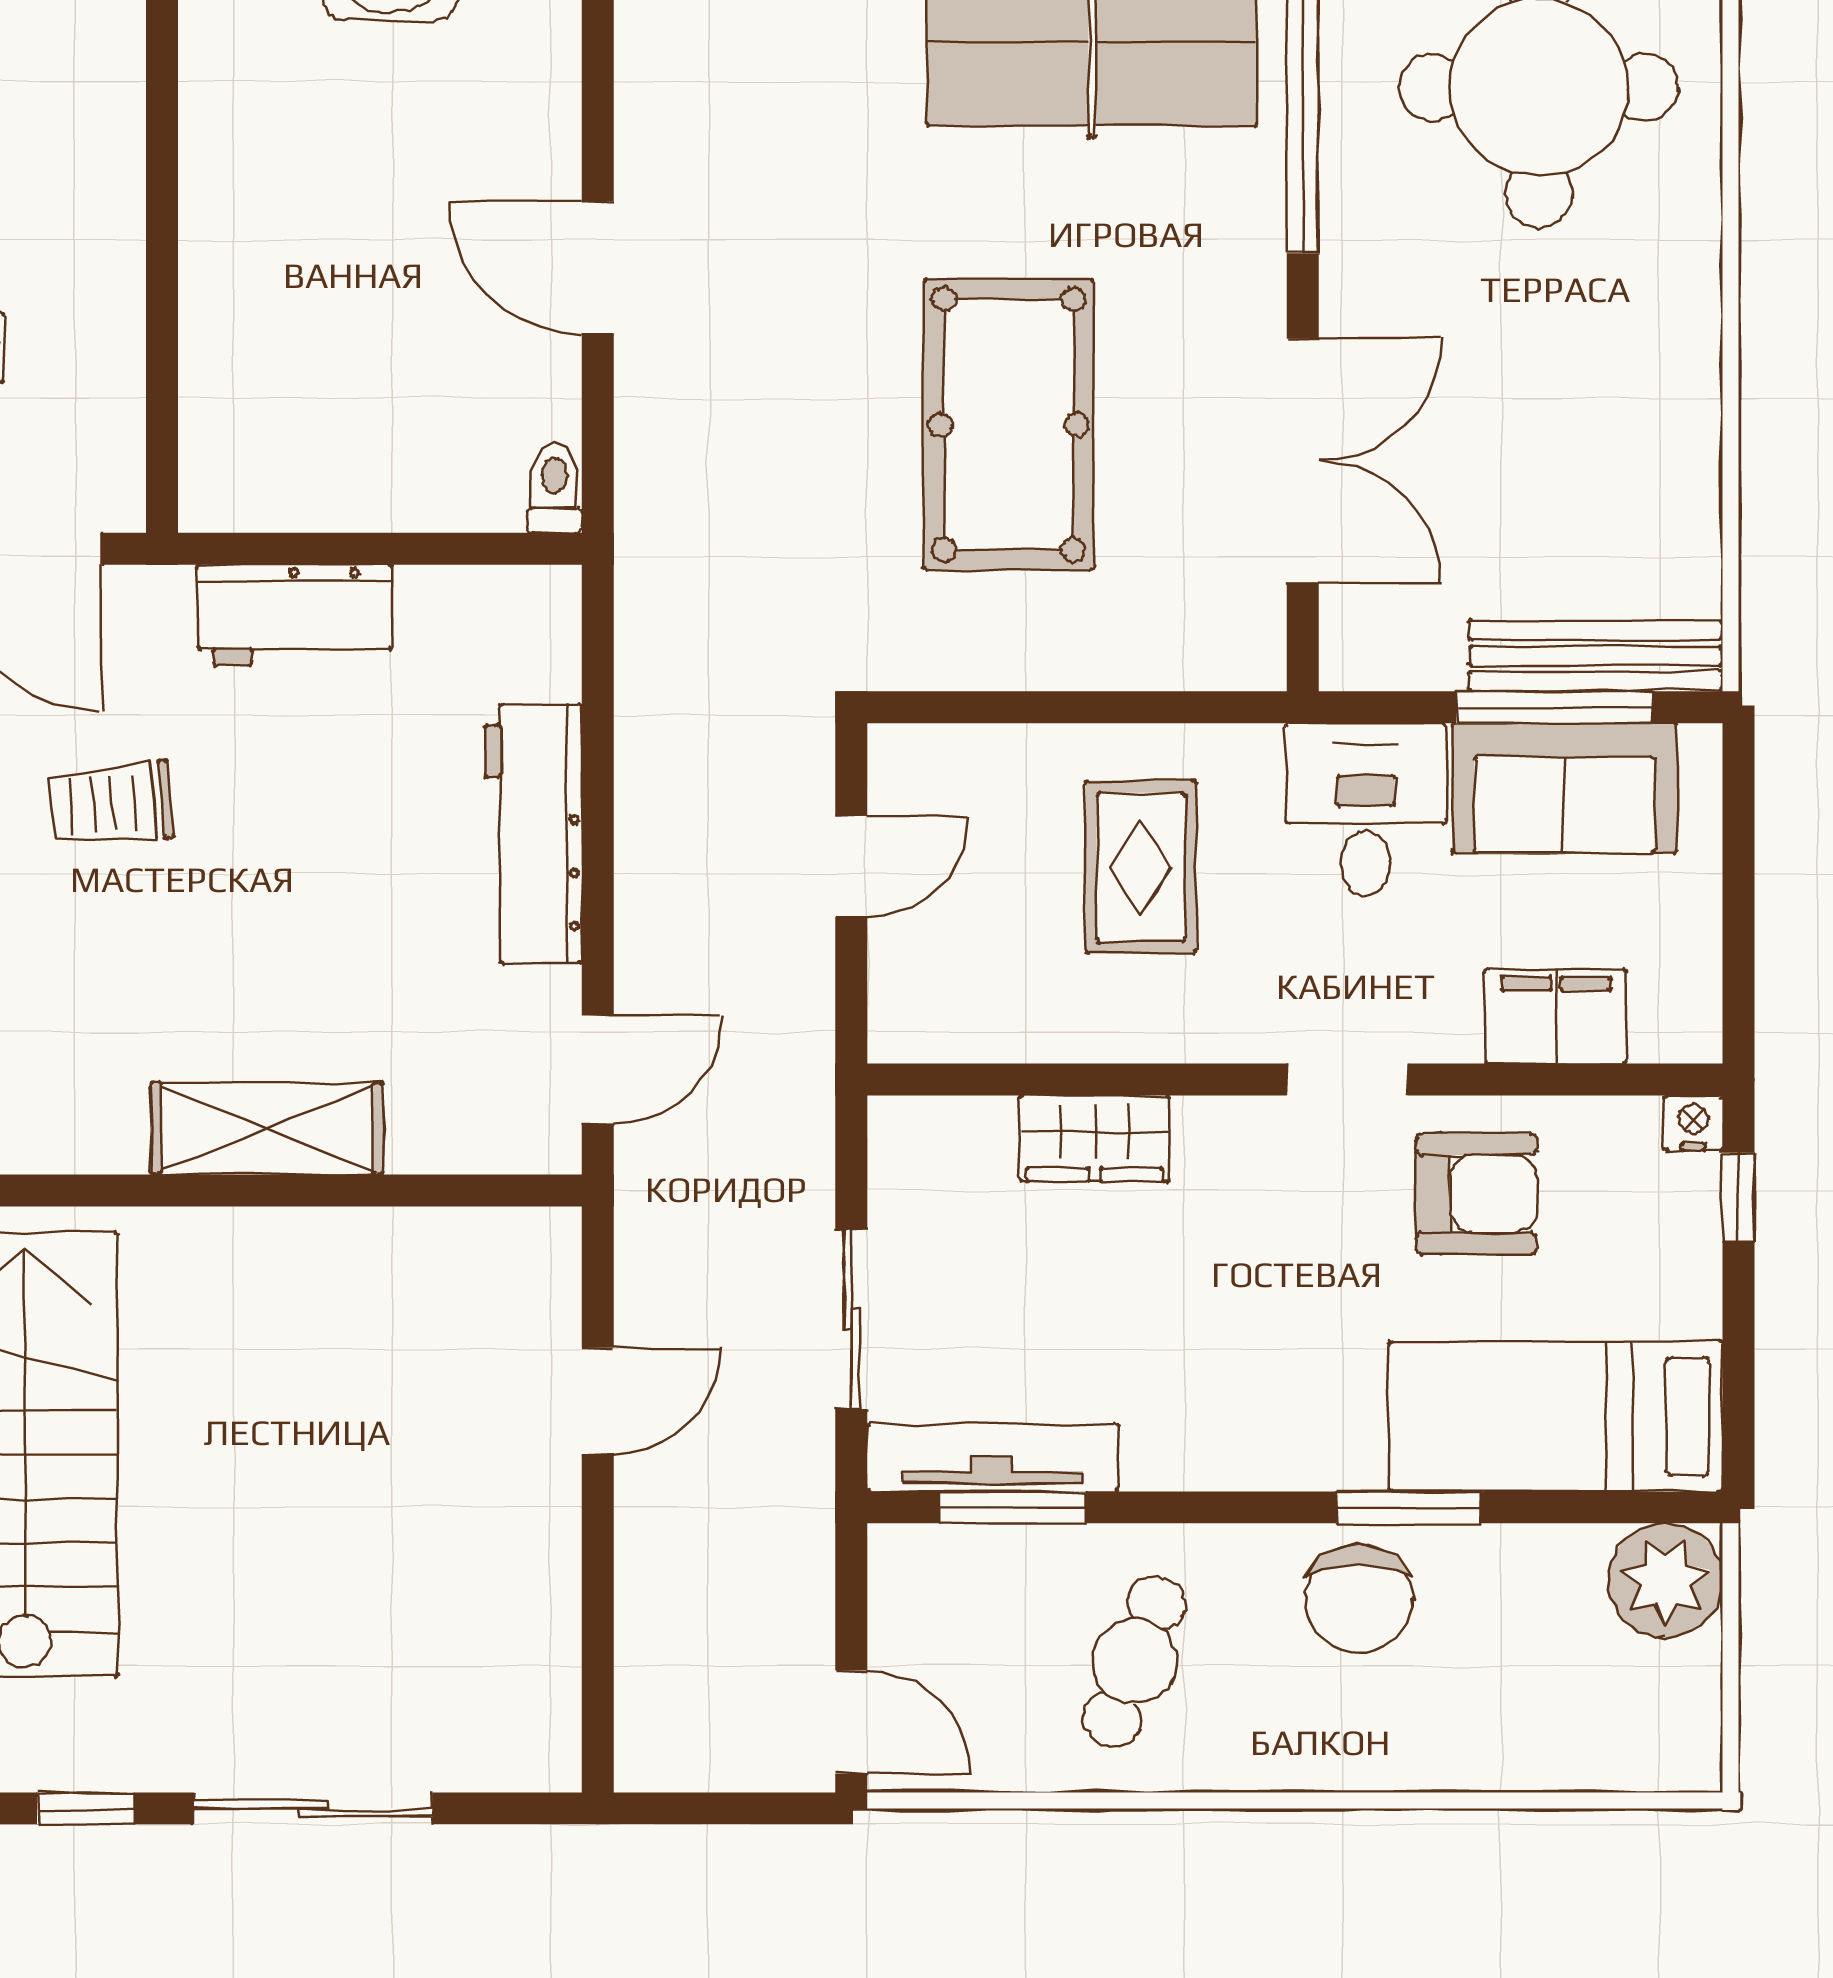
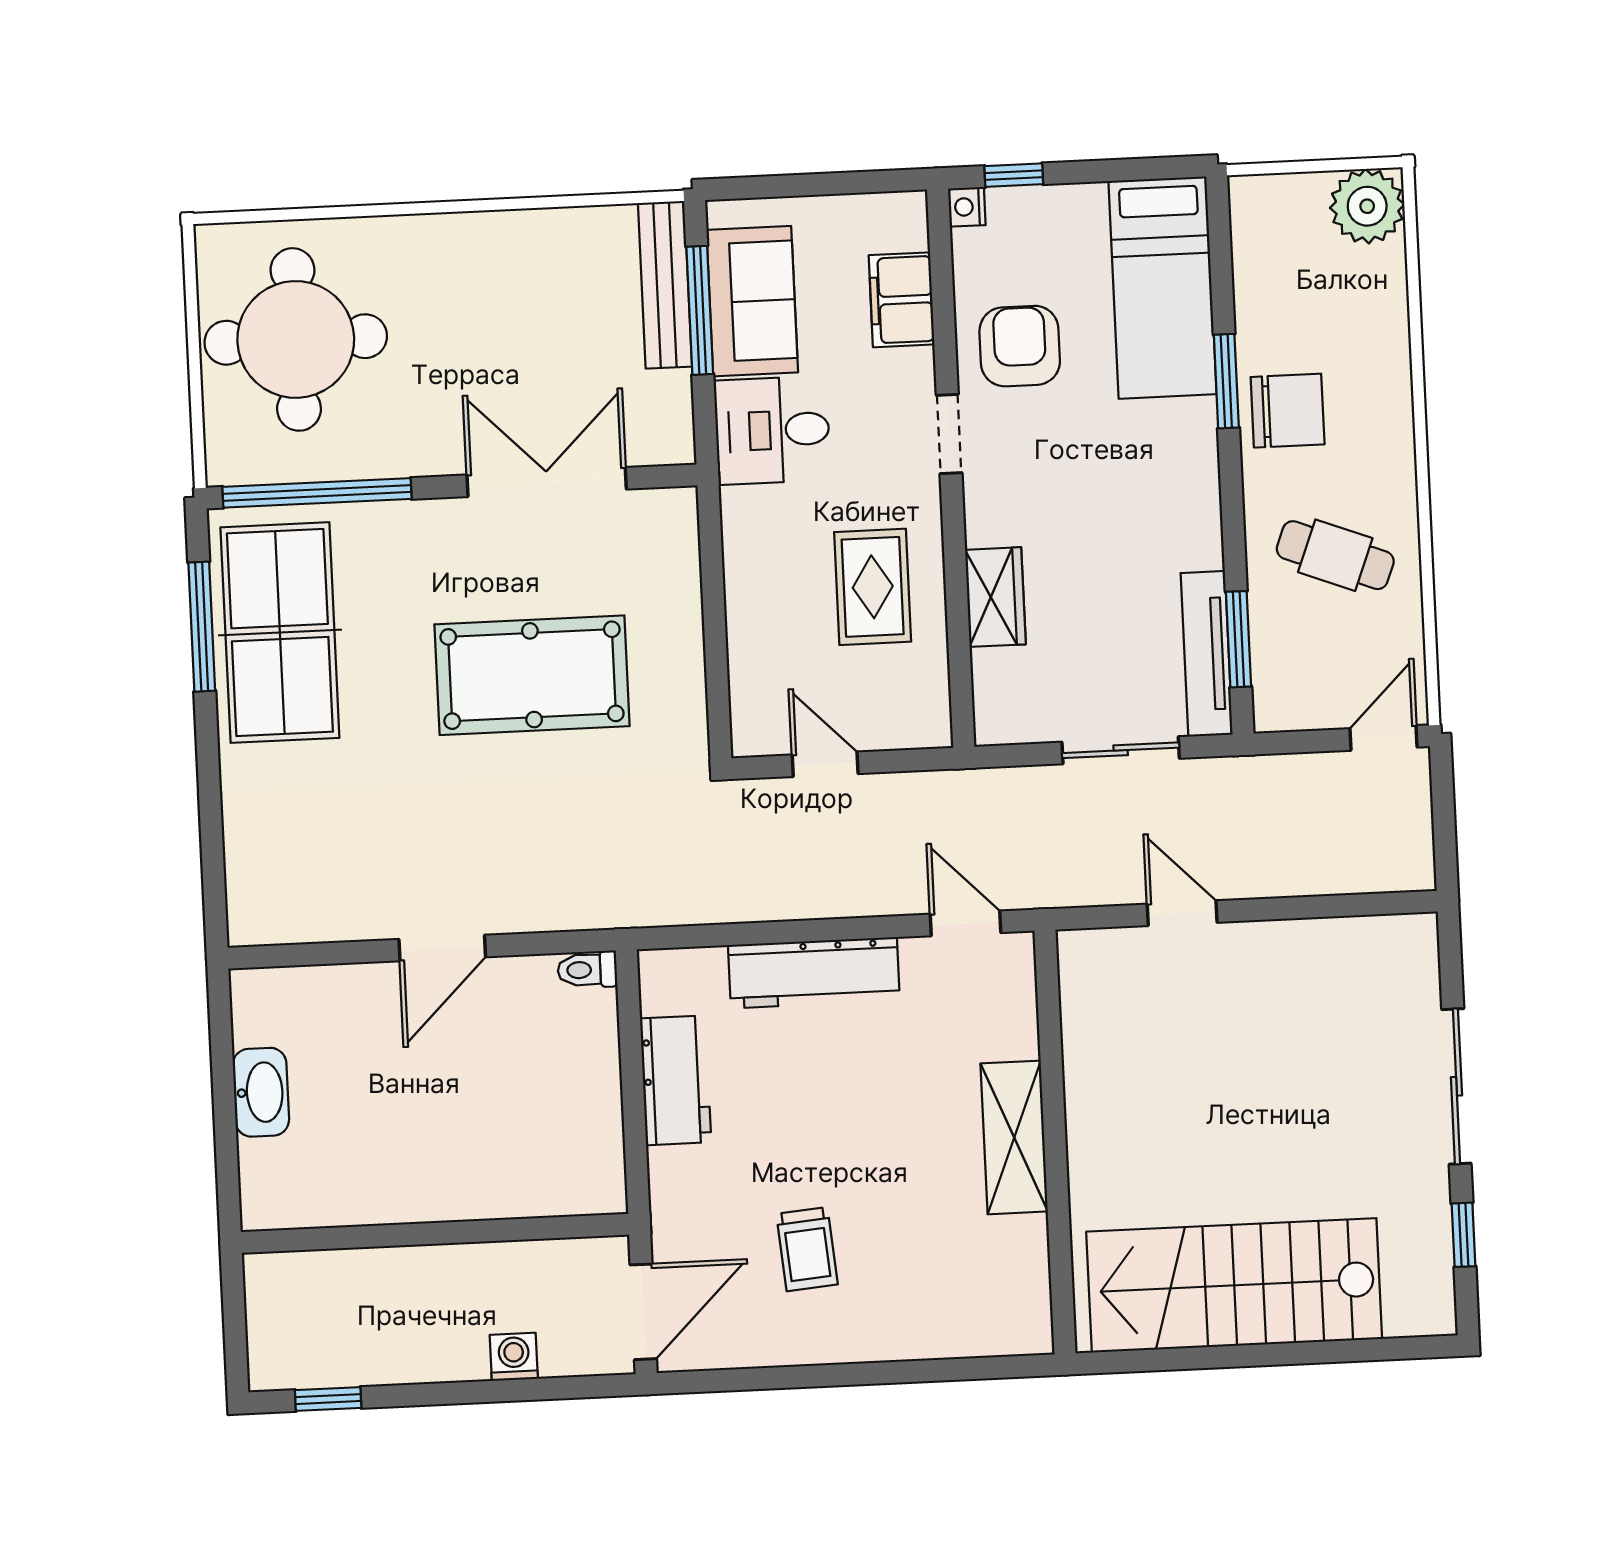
workbench: (295, 615) -> (676, 1080), moved
rug: (1141, 867) -> (873, 587), moved, turned 90
plant: (1665, 1580) -> (1367, 206), moved

